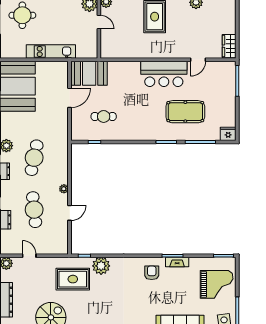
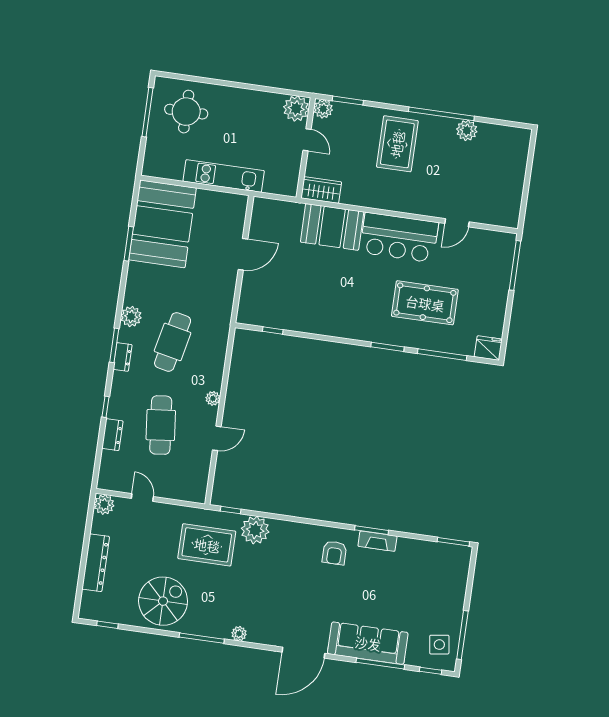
wardrobe: (229, 46) -> (321, 190), moved, turned 90
booth: (89, 73) -> (332, 227), moved
cafe table: (104, 116) -> (293, 292), removed
armchair: (152, 273) -> (334, 553), turned 180
grand piano: (217, 284) -> (436, 586), removed

